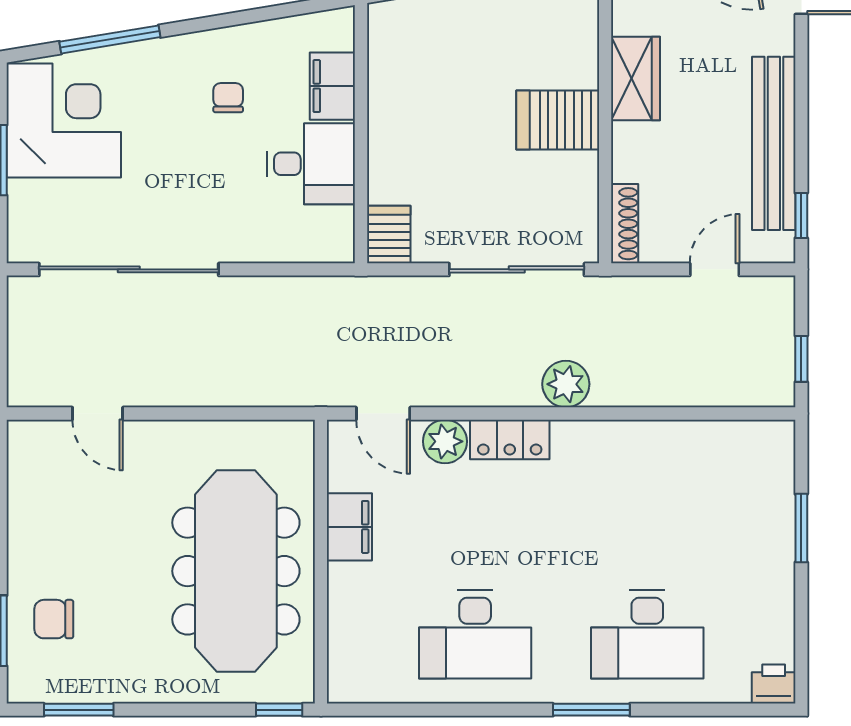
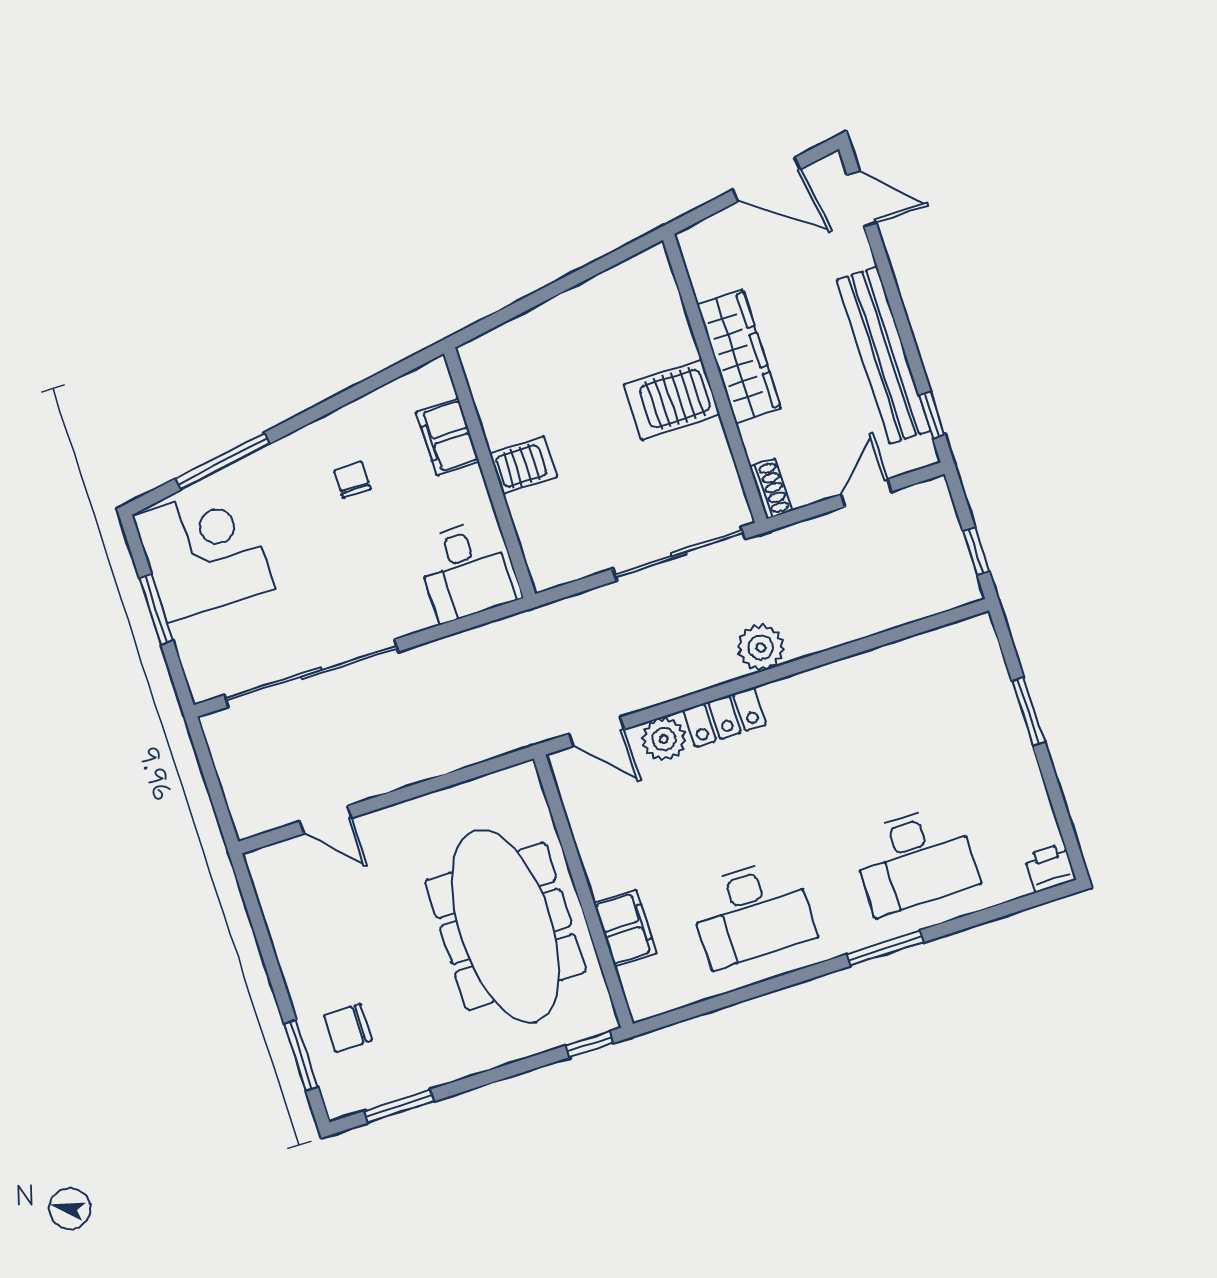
wardrobe: (635, 79) -> (739, 356), width x1.50
desk: (311, 164) -> (465, 571), moved, turned 90
shoe rack: (625, 224) -> (771, 489), width x0.70
server rack: (389, 235) -> (523, 465), moved, turned 90
filing cabinet: (349, 527) -> (625, 928), moved

